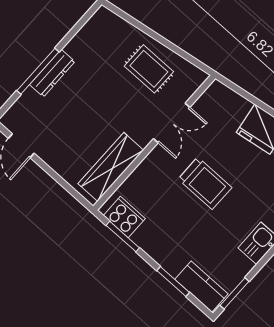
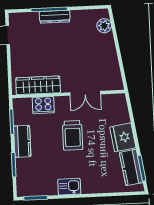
plant: (117, 27) -> (104, 26), added
rug: (149, 69) -> (100, 59), removed
cooker: (124, 217) -> (43, 105), moved, turned 90
kitchen counter: (201, 287) -> (22, 141), moved

